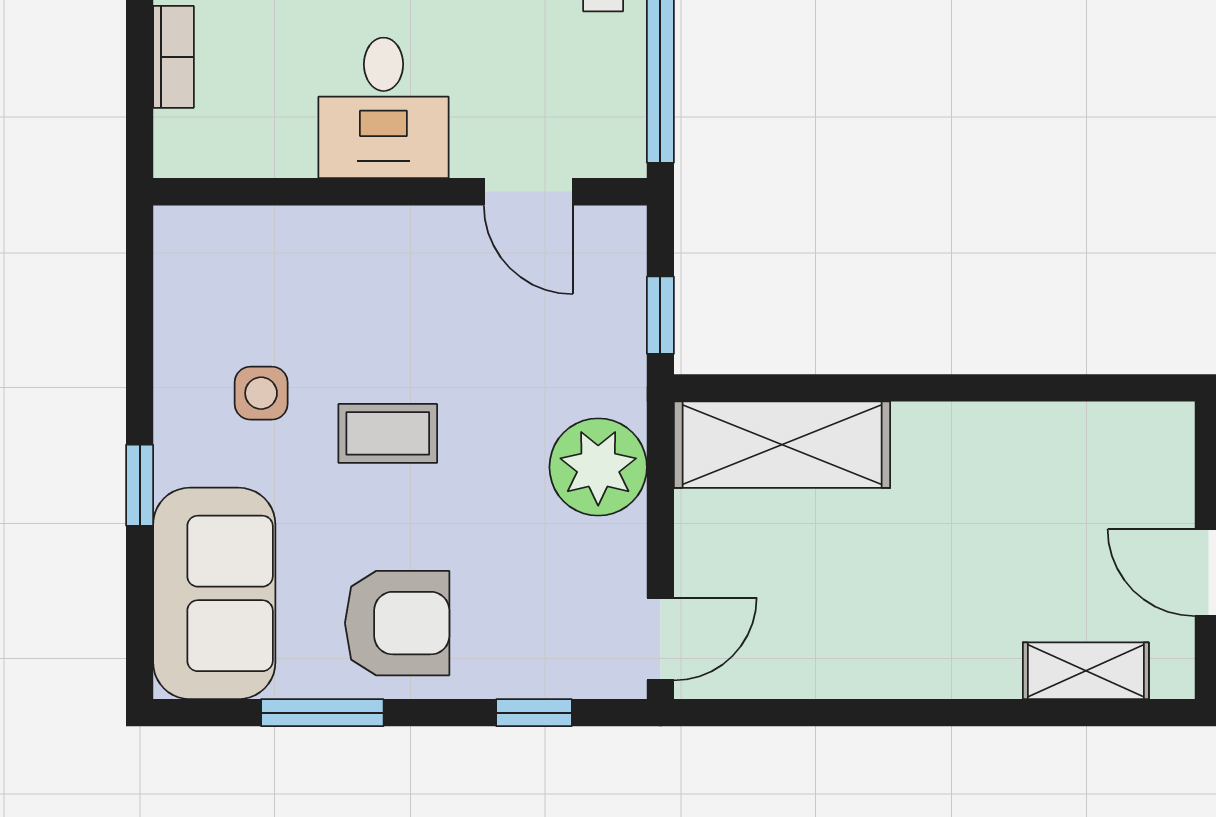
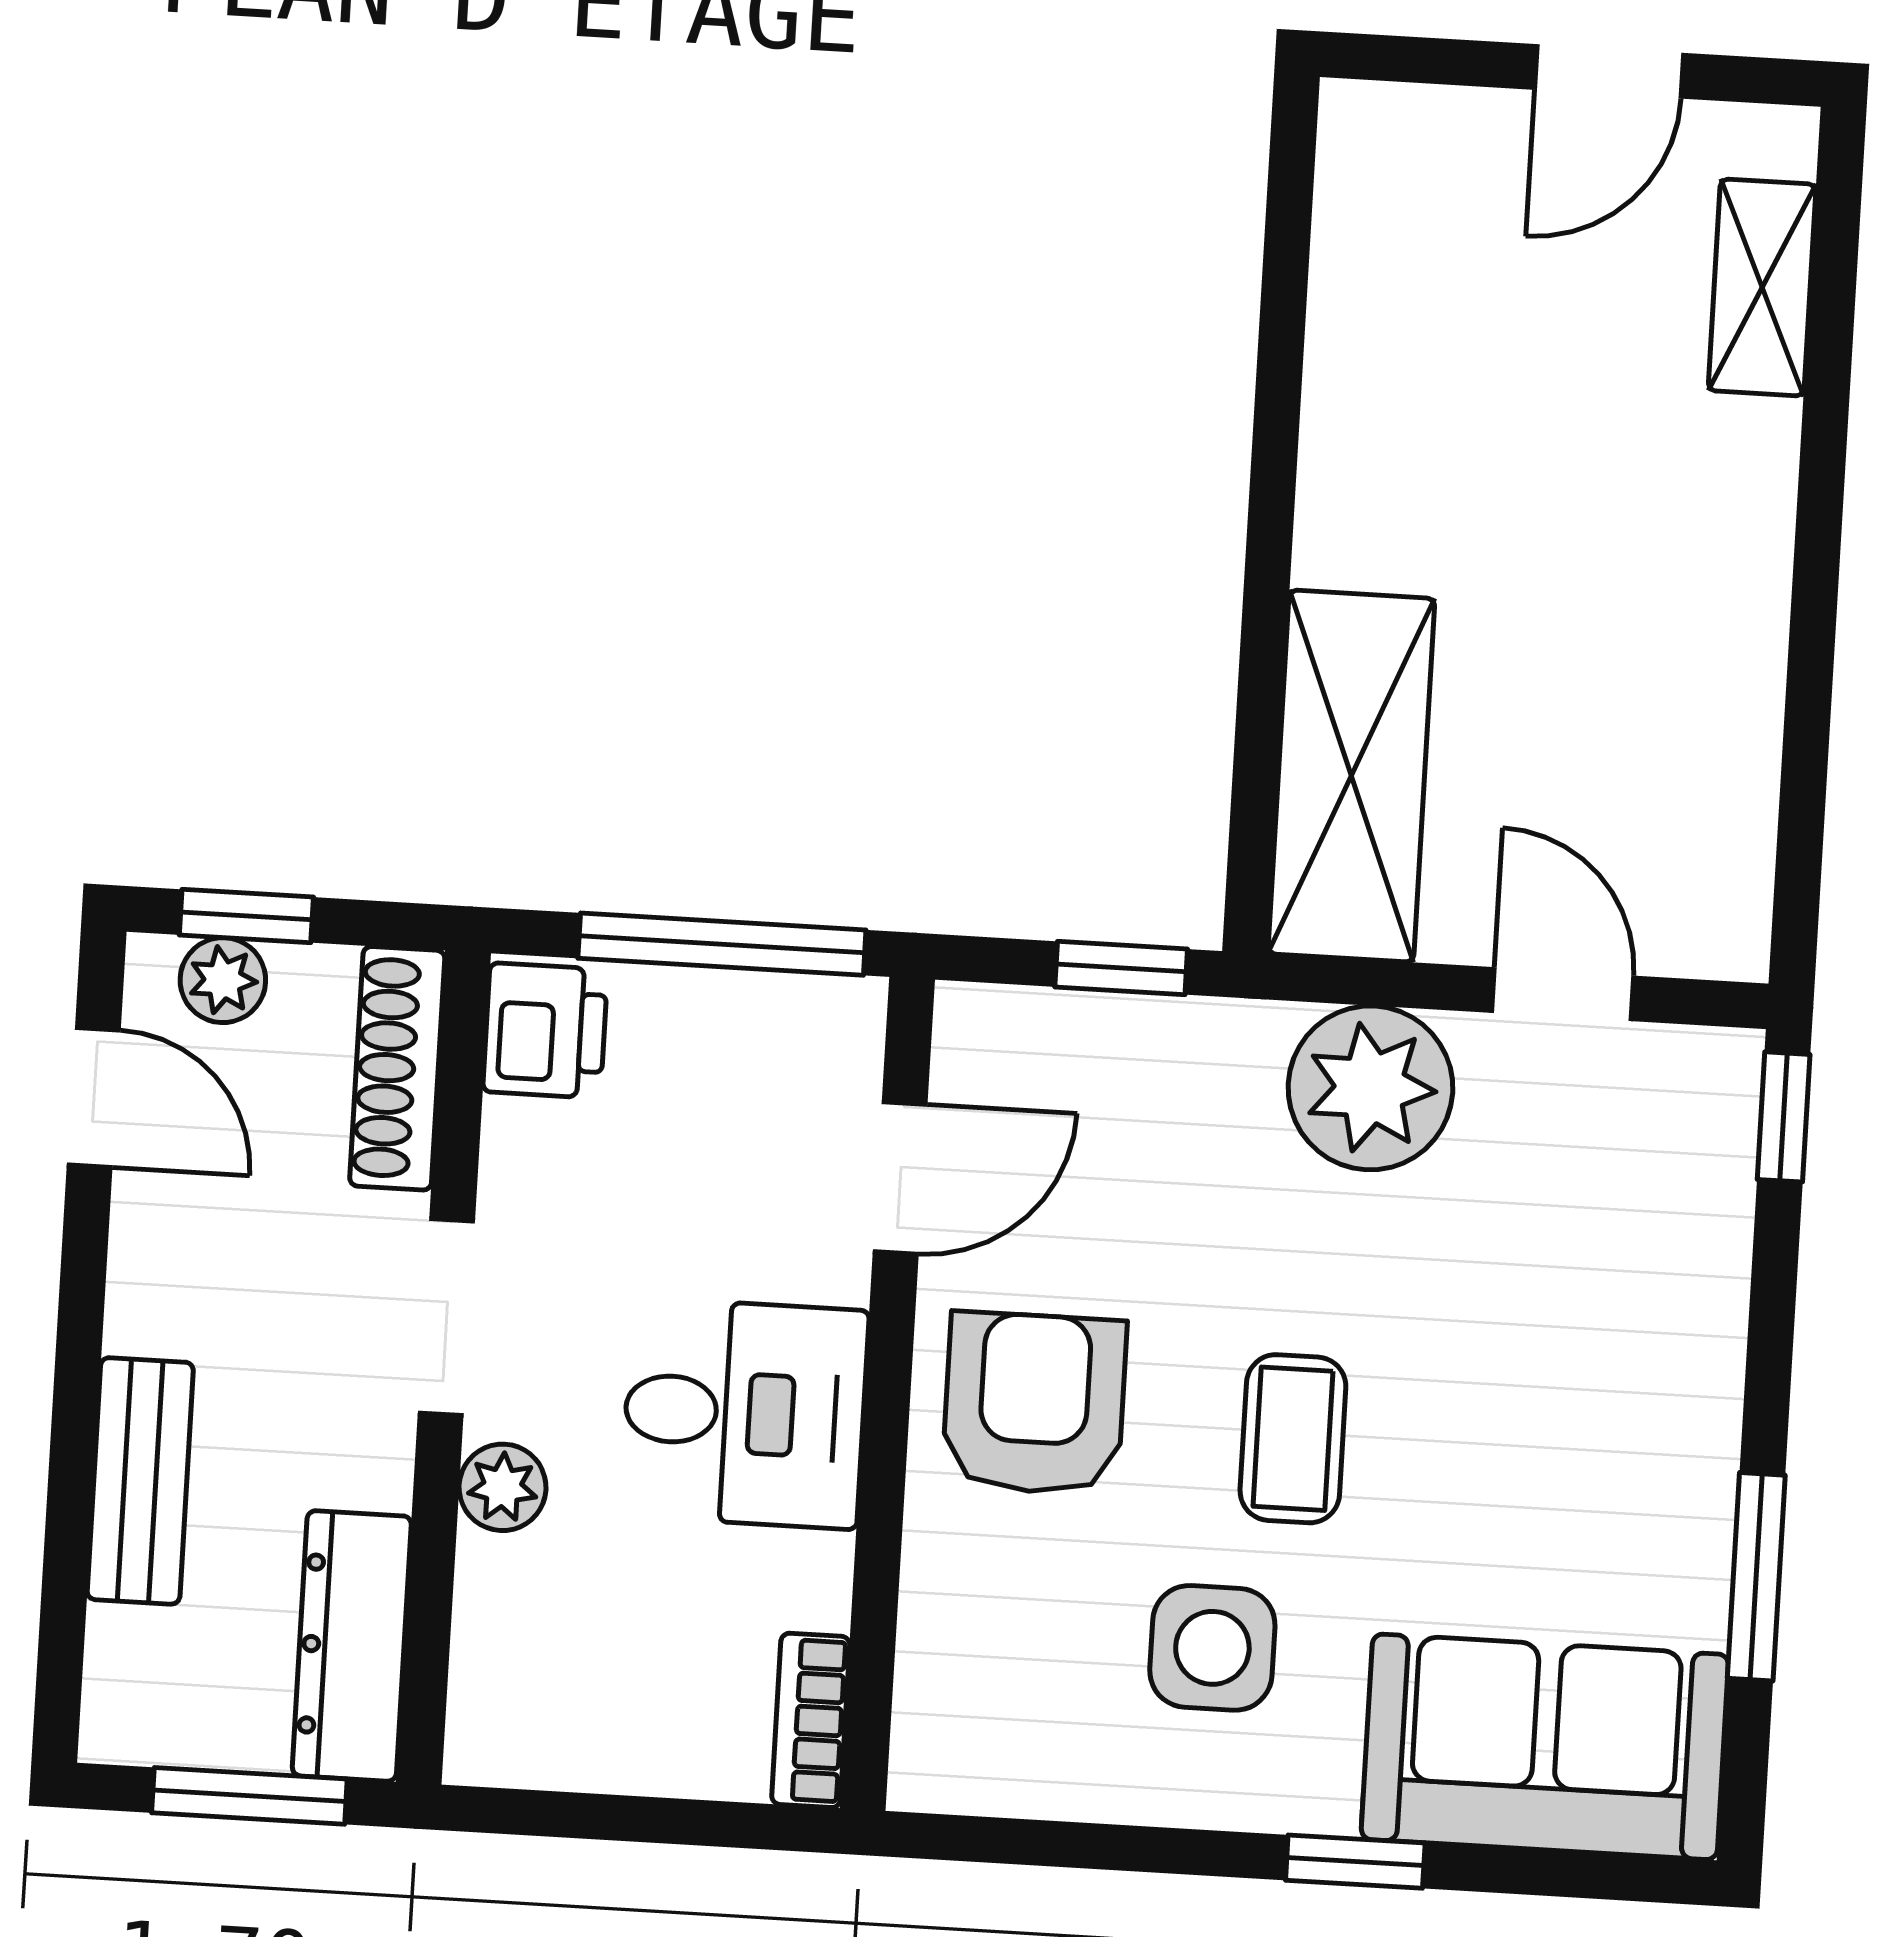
bookcase: (173, 57) -> (811, 1720), moved, turned -90
side table: (261, 393) -> (1212, 1648), width x1.37, depth x1.37
armchair: (397, 623) -> (1034, 1404), moved
door: (660, 639) -> (1563, 994), moved
window: (534, 713) -> (1784, 1117), moved

